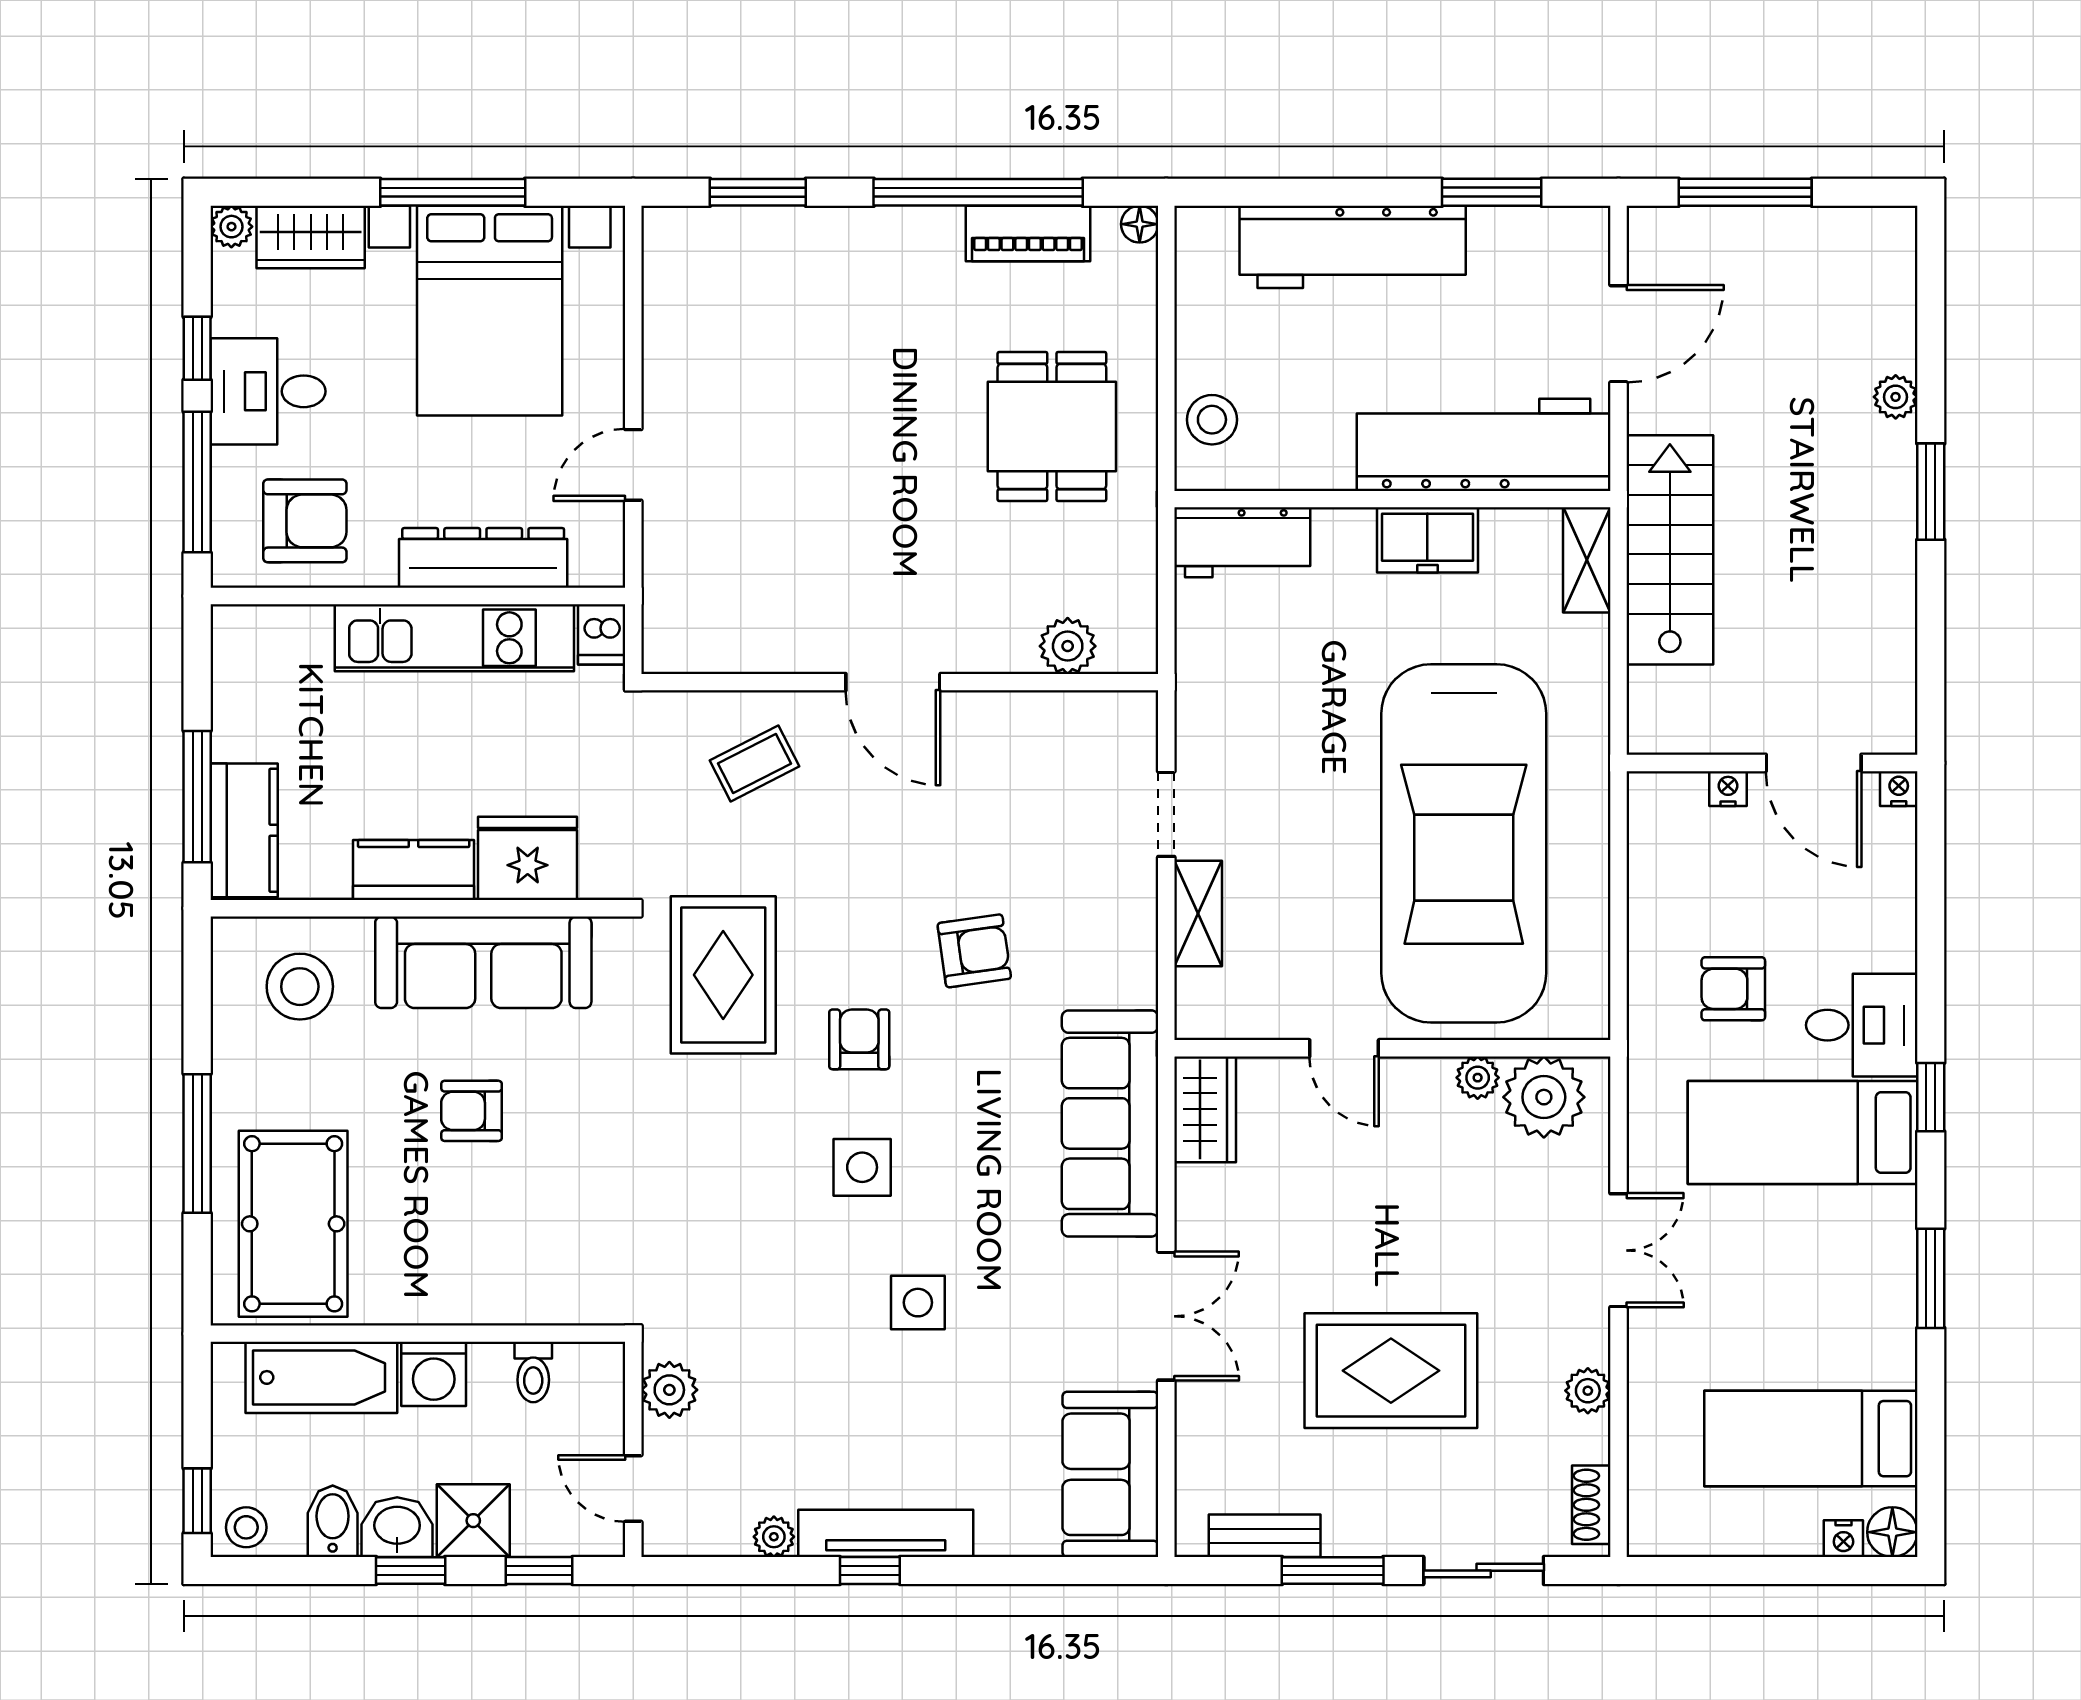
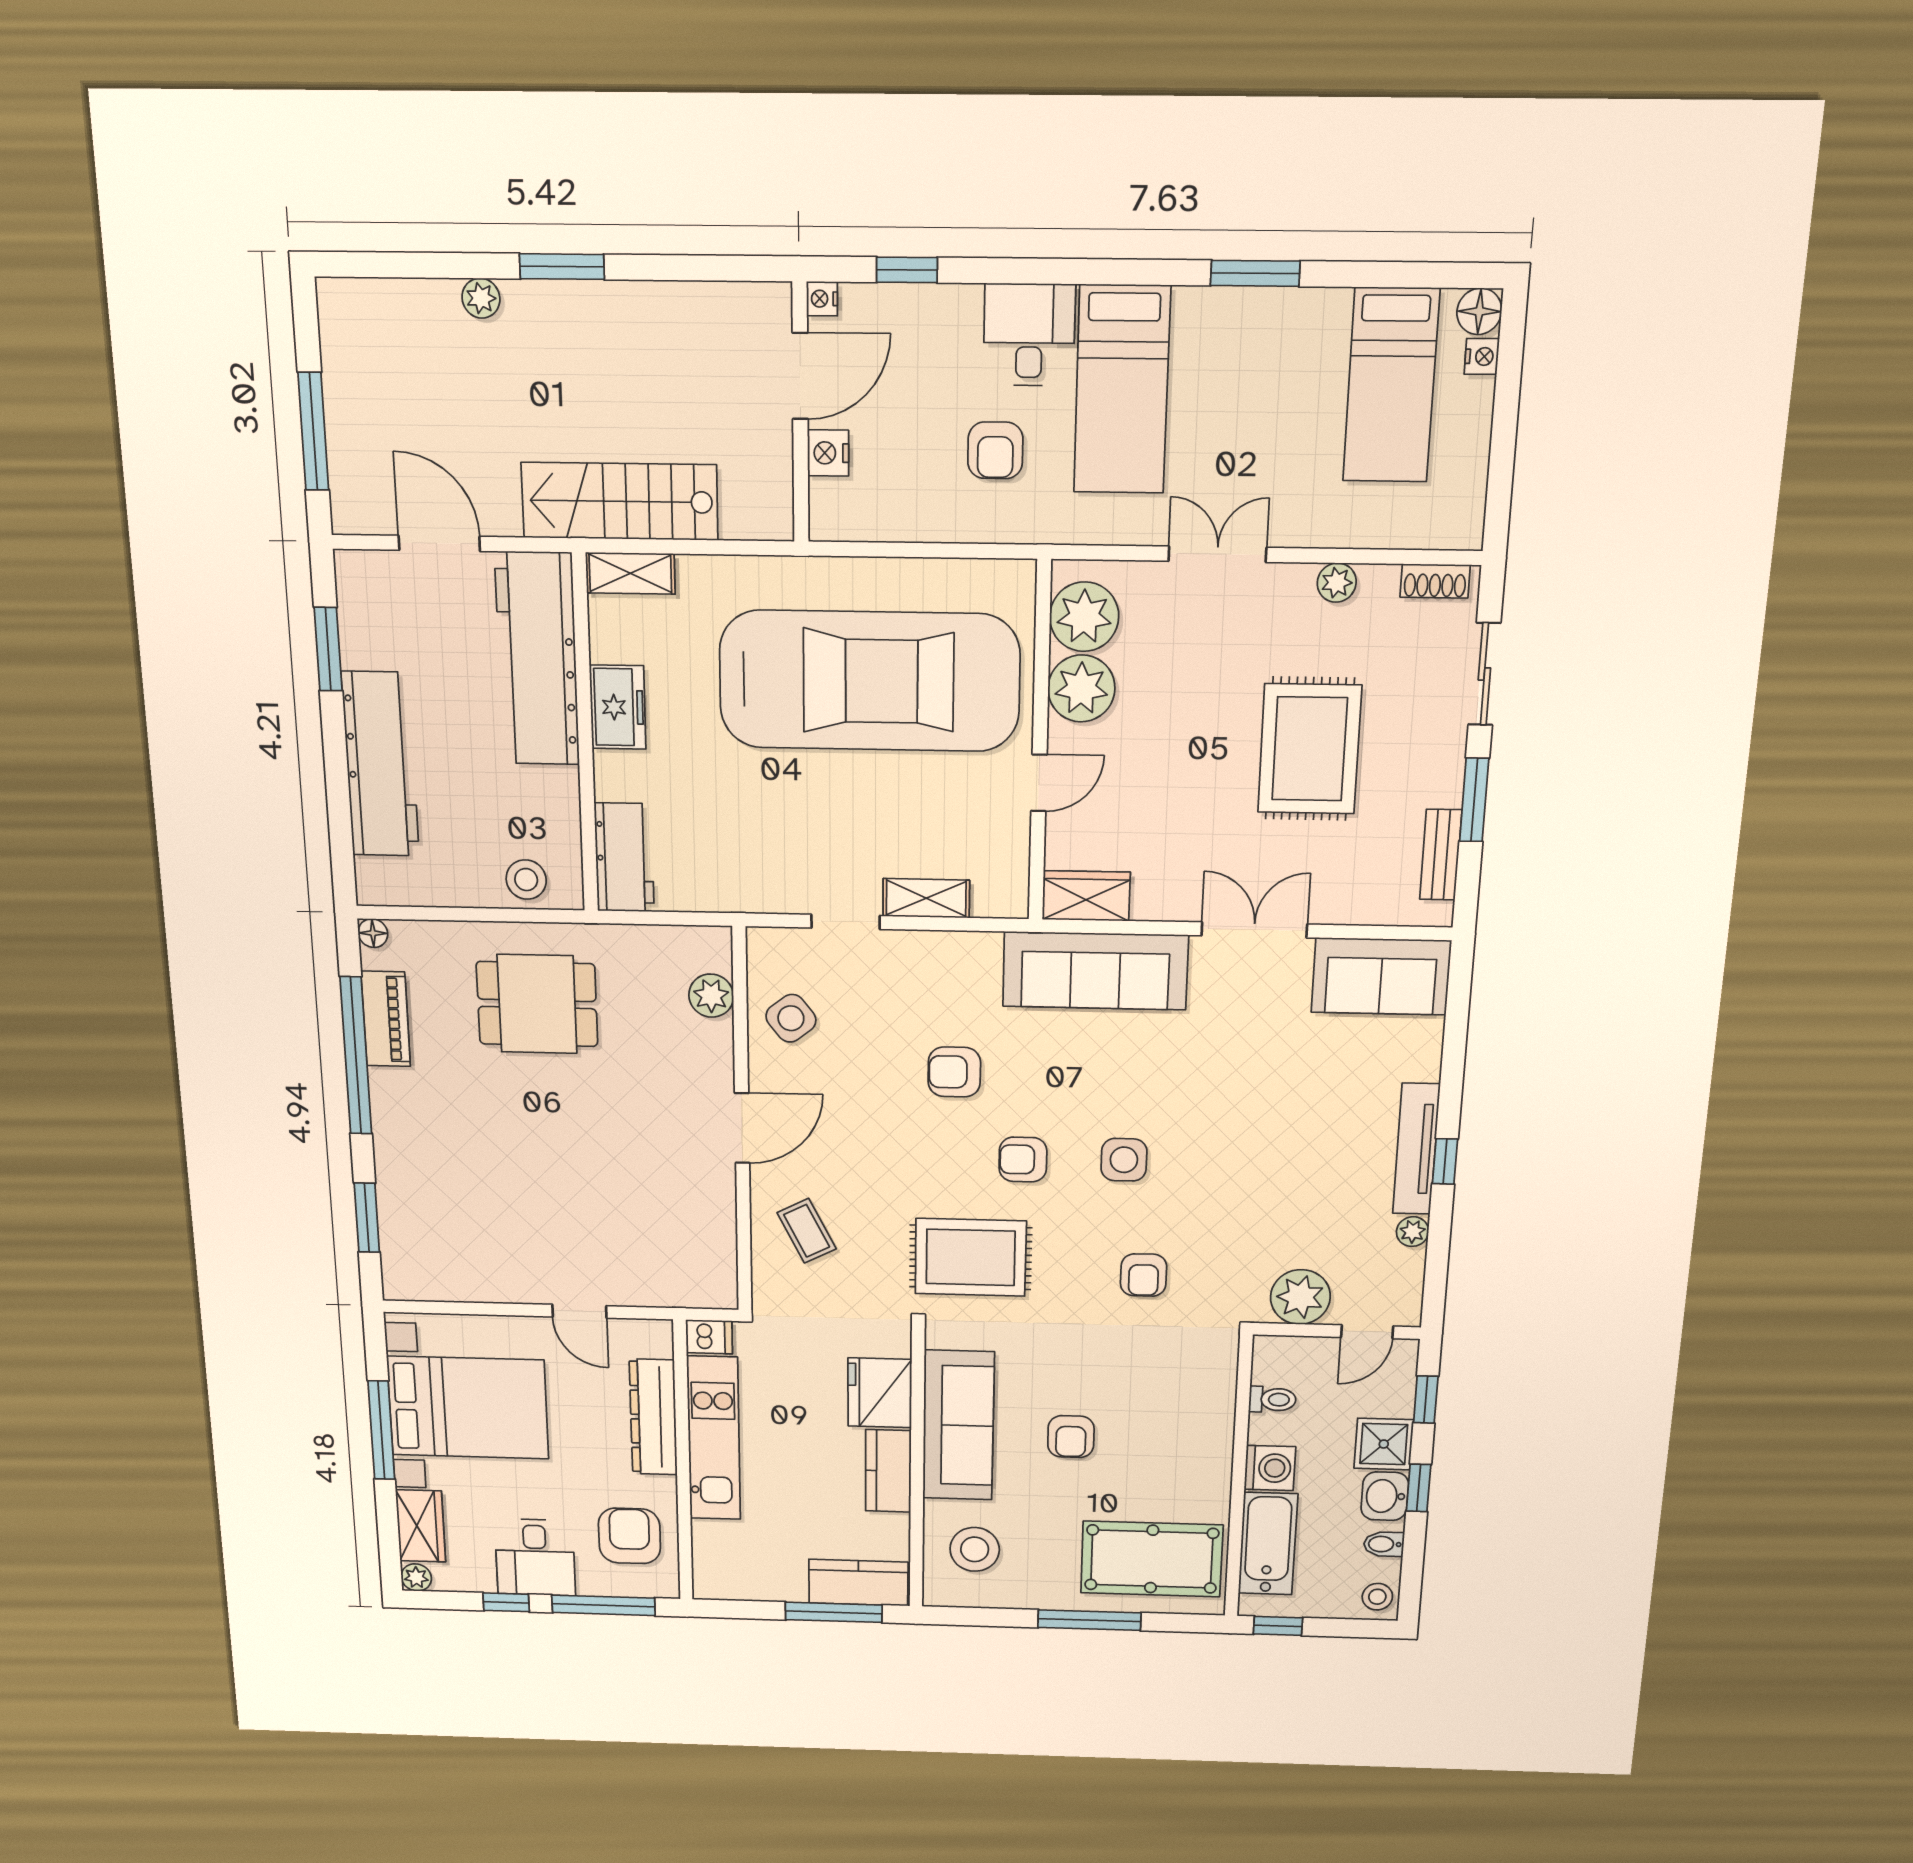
nightstand: (1728, 789) -> (828, 453), width x1.39, depth x1.35
armchair: (974, 951) -> (954, 1072), turned -82
plant: (1478, 1078) -> (1081, 688), width x1.88, depth x1.88
window: (1931, 1097) -> (907, 270), moved
armchair: (705, 1198) -> (1144, 1275), added
side table: (918, 1303) -> (791, 1018), moved, turned -38
plant: (669, 1390) -> (1300, 1297), width x1.36, depth x1.36
window: (197, 1501) -> (1278, 1626), moved
bidet: (333, 1521) -> (1384, 1544), width x0.72, depth x0.74

